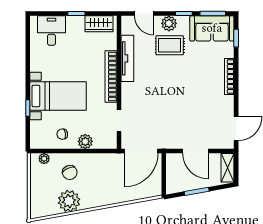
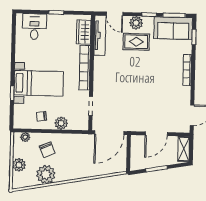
wardrobe: (99, 24) -> (84, 32), moved, turned 90
tv unit: (127, 58) -> (100, 35), moved
door: (195, 151) -> (156, 134), hinge flipped
plant: (38, 191) -> (19, 165), added

